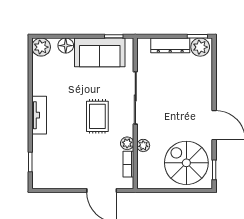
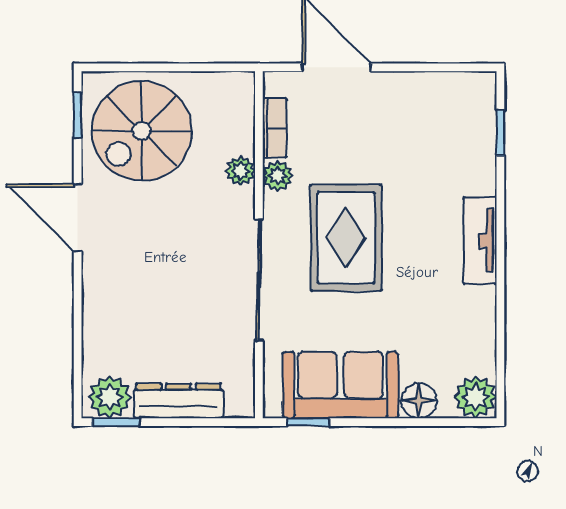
rug: (97, 116) -> (346, 238), width x1.36, depth x1.43
spiral stairs: (186, 163) -> (142, 131), turned 90

